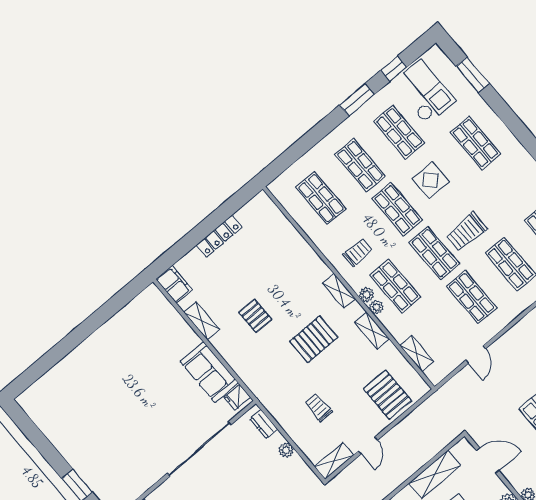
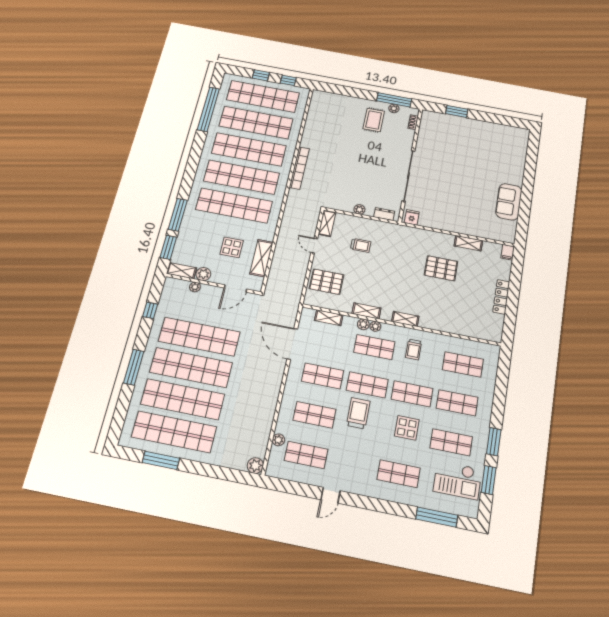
window: (394, 69) -> (489, 480), width x1.50
window: (473, 75) -> (437, 517), width x1.44
filing cabinet: (174, 284) -> (508, 252), width x0.50
plant: (367, 295) -> (363, 324), moved
pallet: (255, 316) -> (441, 268), width x1.50, depth x1.42
pallet: (314, 339) -> (396, 281), removed
door: (476, 354) -> (292, 344), width x1.87
sofa: (209, 372) -> (509, 202), moved, turned -90

